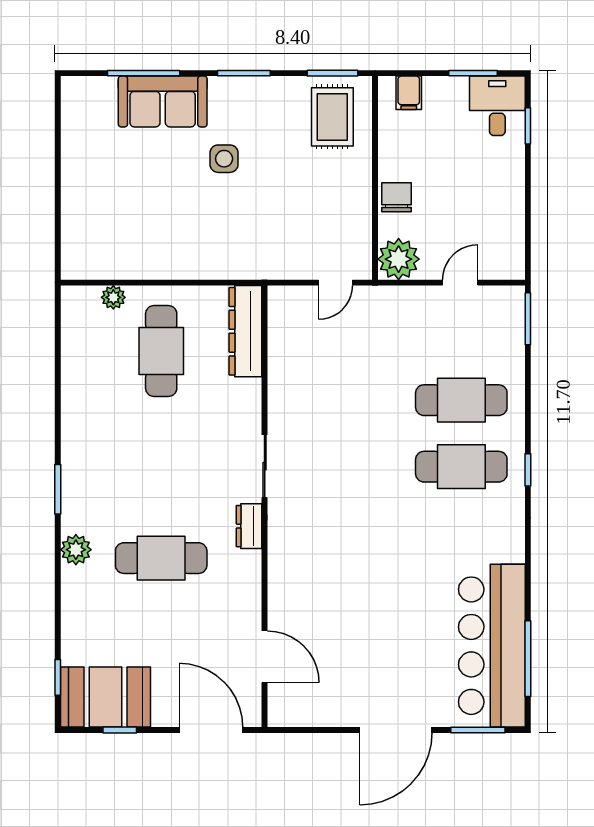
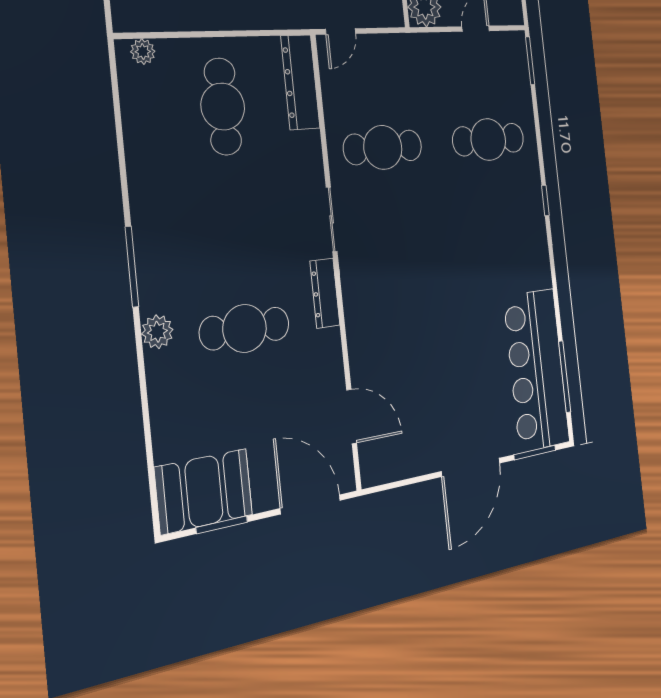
door: (335, 283) -> (341, 31), moved
plant: (113, 297) -> (143, 52), moved
cafe table: (461, 467) -> (383, 147), moved
window: (58, 489) -> (132, 267), width x1.44
dresser: (249, 526) -> (325, 293), width x1.44
window: (58, 677) -> (152, 480), removed
window: (120, 730) -> (222, 525), width x1.50

